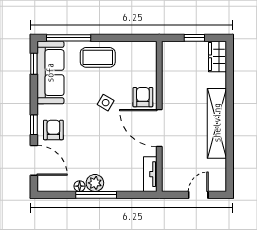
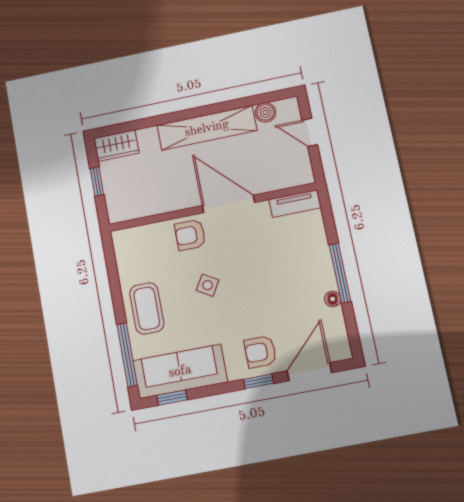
door: (159, 128) -> (228, 204), swing flipped
boiler: (219, 167) -> (265, 112), added
plant: (95, 183) -> (323, 278), removed

